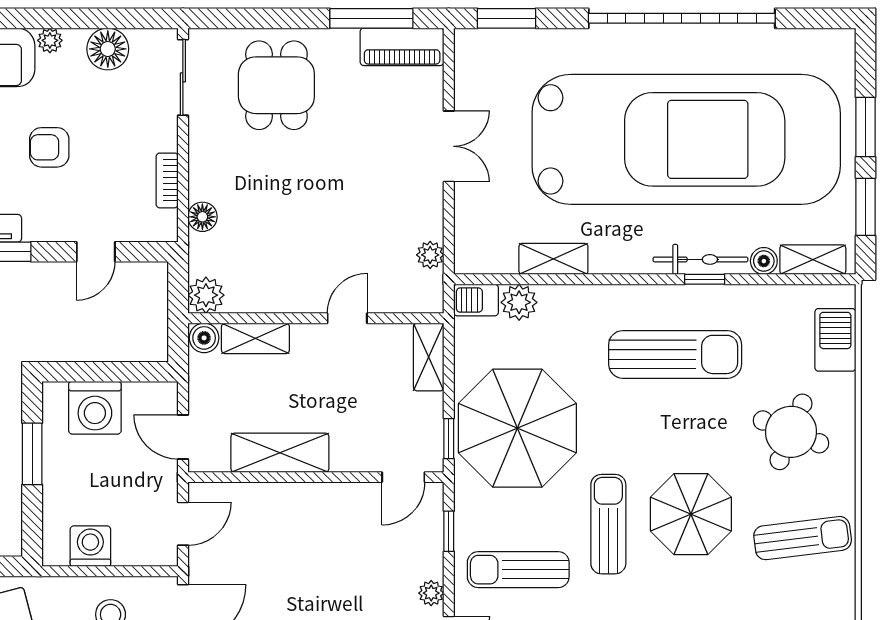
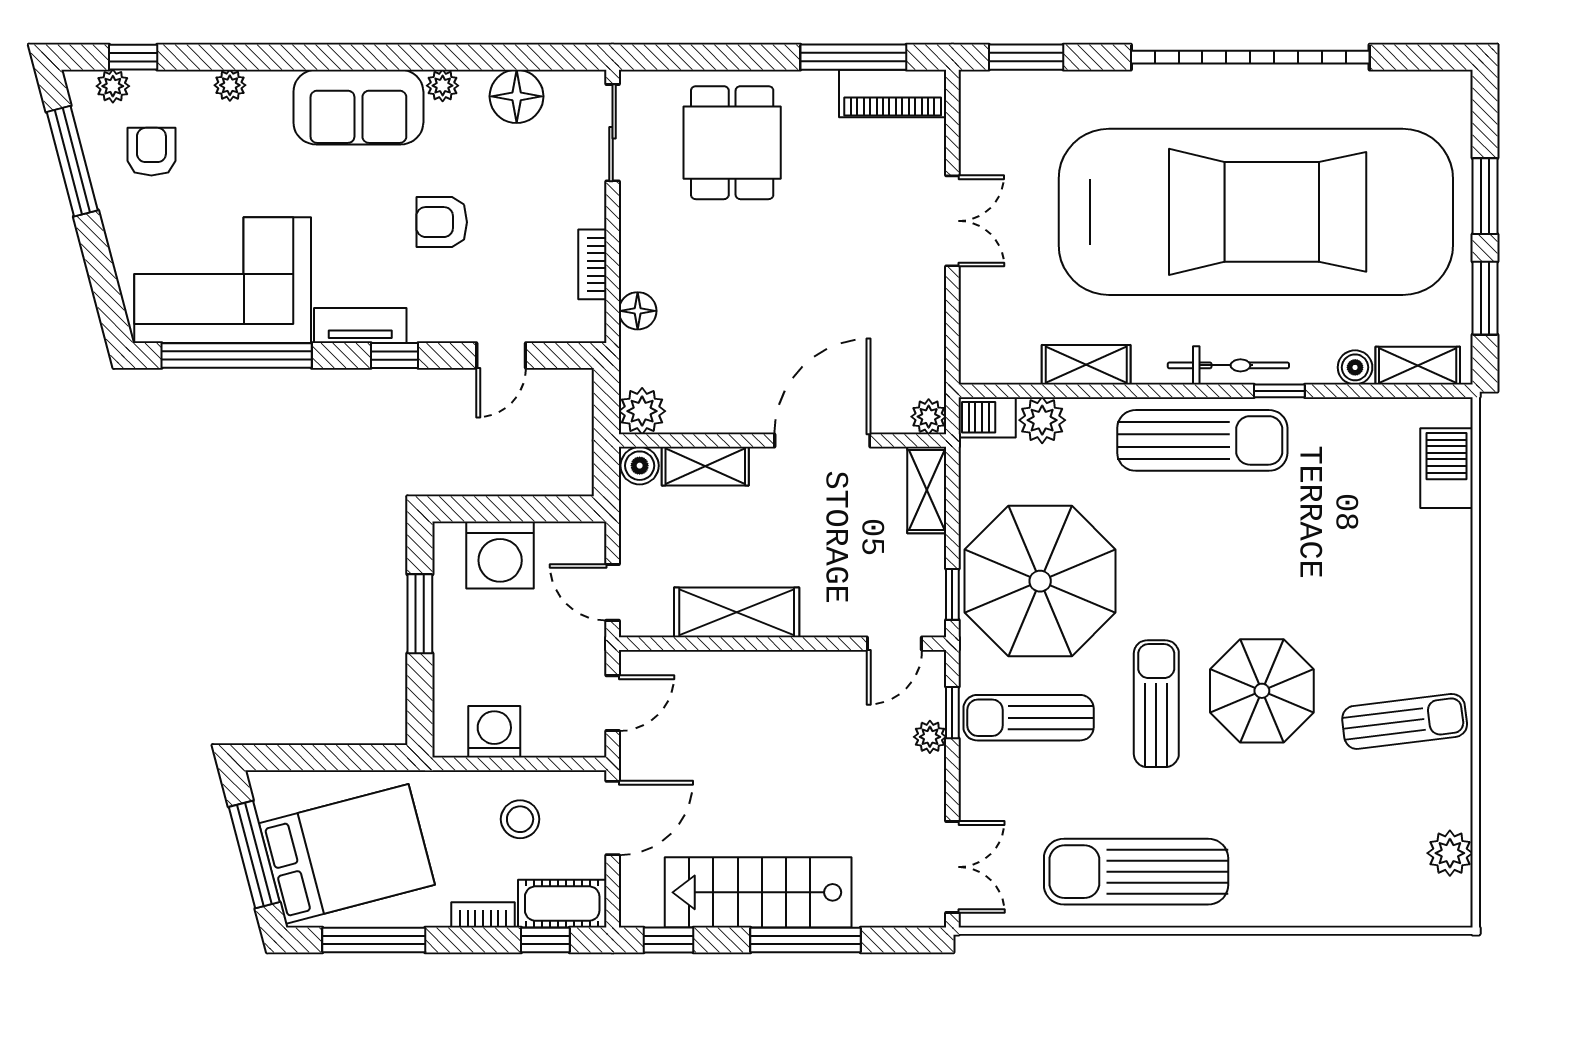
plant: (430, 255) -> (929, 417), moved
bicycle: (700, 259) -> (1228, 365), moved
door: (347, 318) -> (822, 441), width x1.87
sun lounger: (675, 354) -> (1202, 440), moved
round table: (791, 432) -> (1390, 586), removed
sun lounger: (518, 570) -> (1029, 718), moved
plant: (431, 593) -> (930, 737), moved

